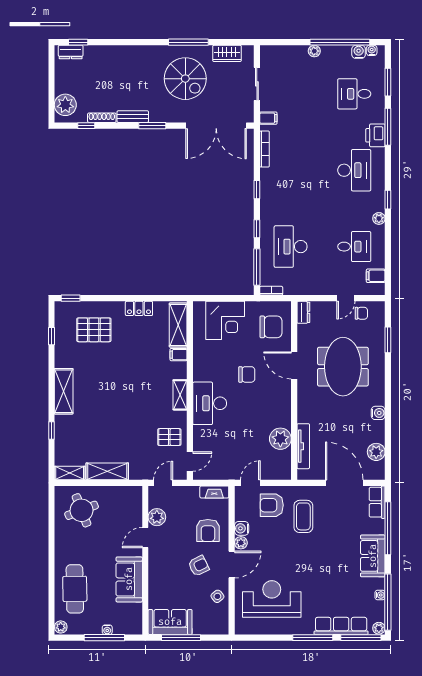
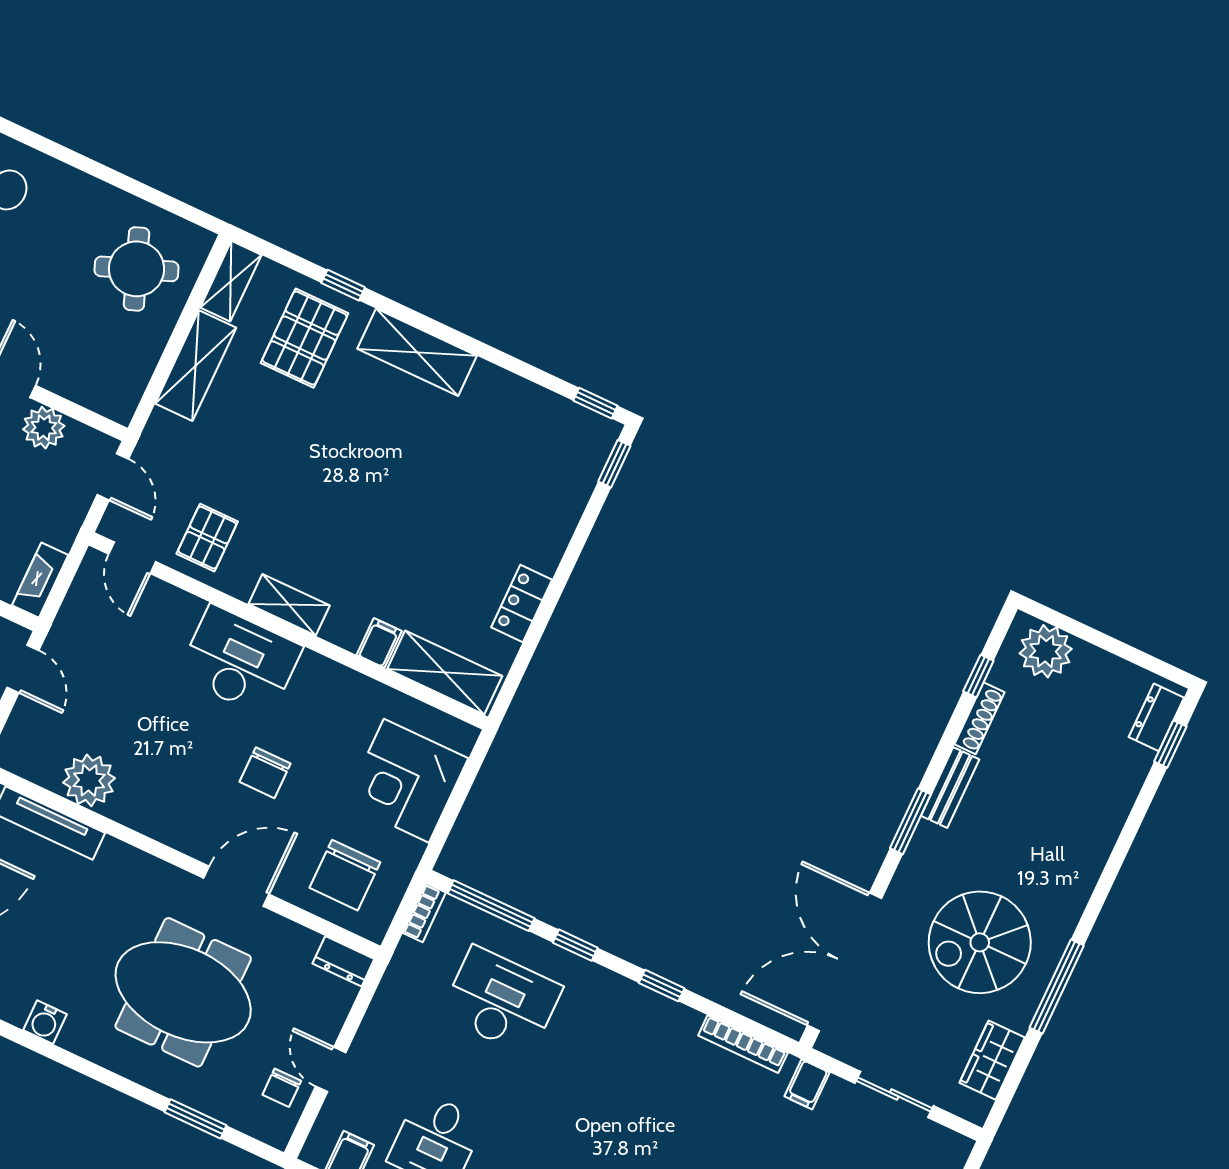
pallet: (94, 330) -> (305, 338), moved
window: (51, 336) -> (595, 403), moved

